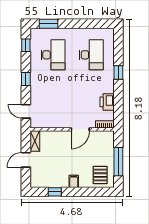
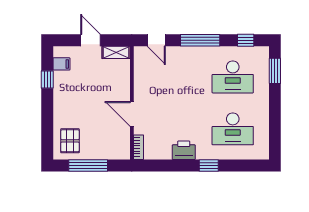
window: (26, 79) -> (200, 40), width x2.17
printer: (107, 102) -> (184, 150), moved
door: (26, 111) -> (156, 40), swing flipped
pallet: (100, 175) -> (70, 141), turned 90
filing cabinet: (74, 181) -> (61, 64), moved

